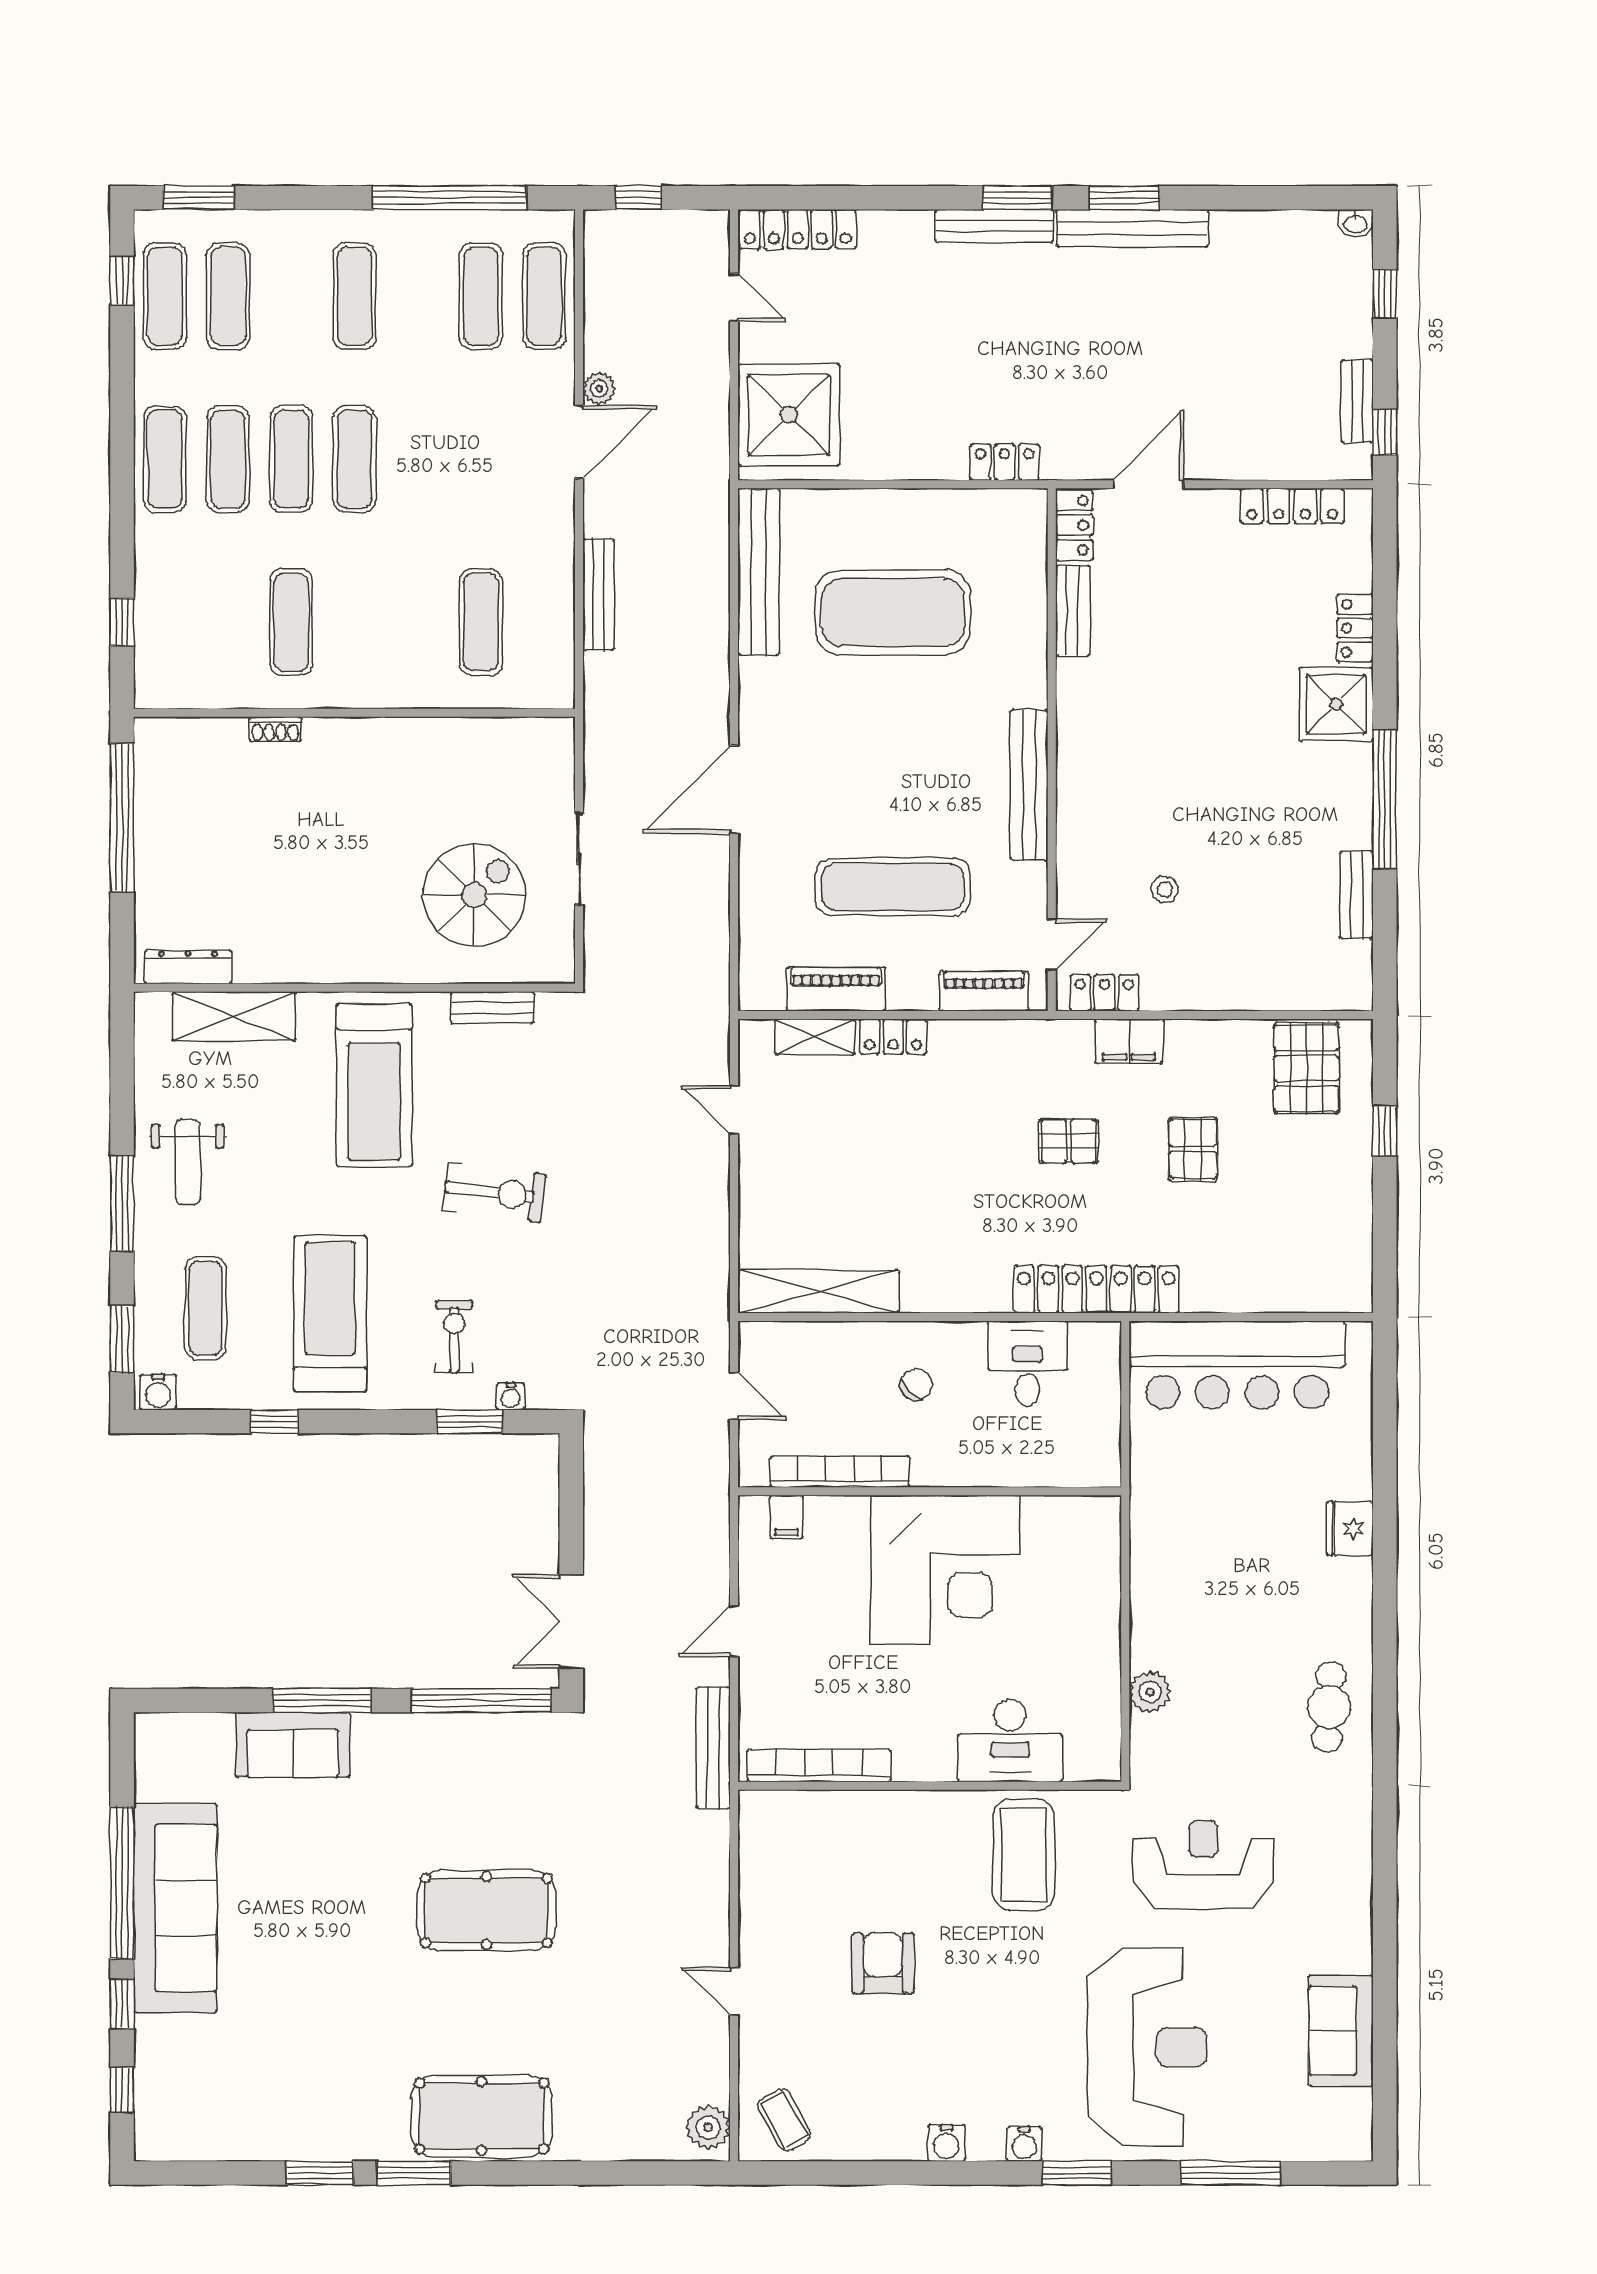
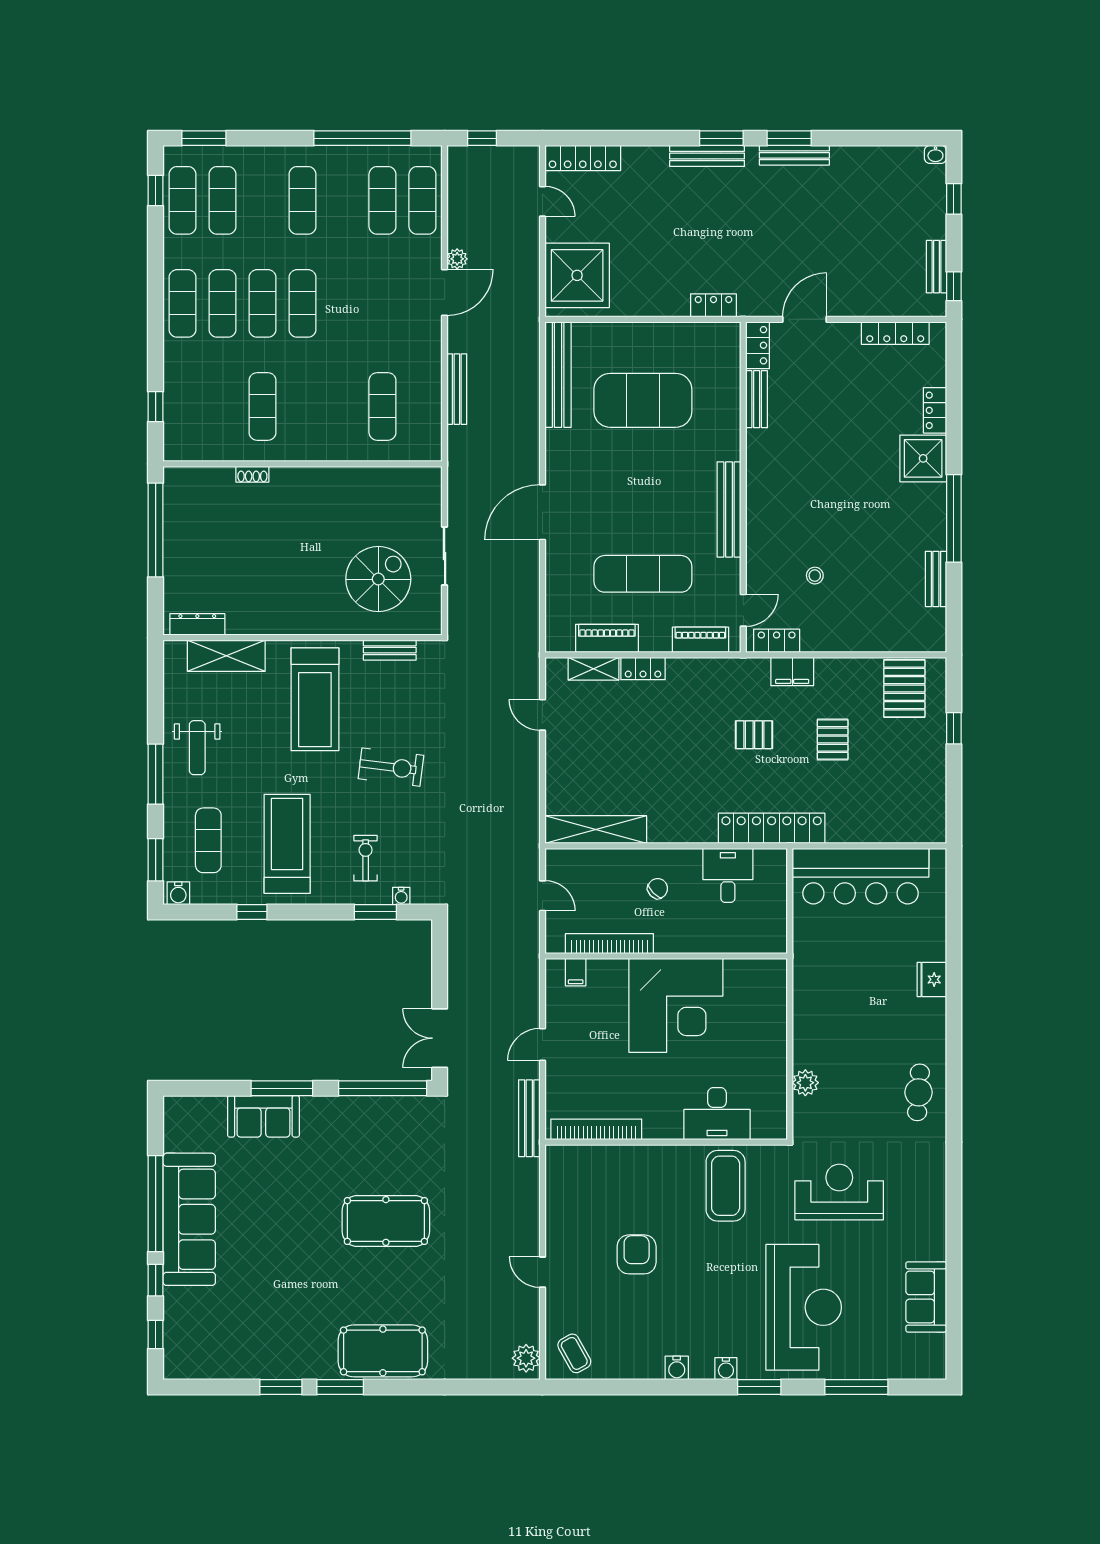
bench: (1132, 228) -> (794, 155), width x0.73, depth x0.82

